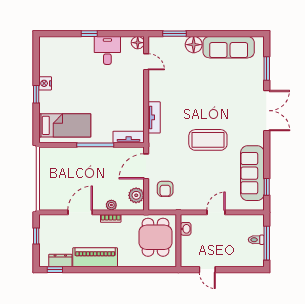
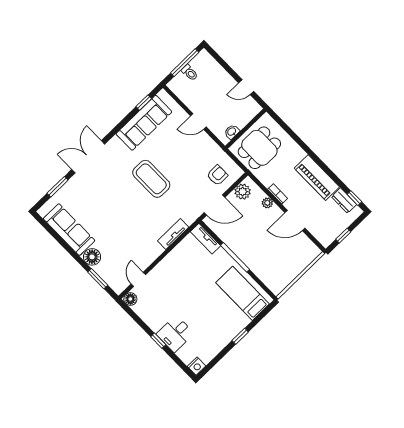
desk: (107, 50) -> (175, 334), moved
nightstand: (45, 83) -> (197, 366), moved
door: (207, 270) -> (246, 87), swing flipped

